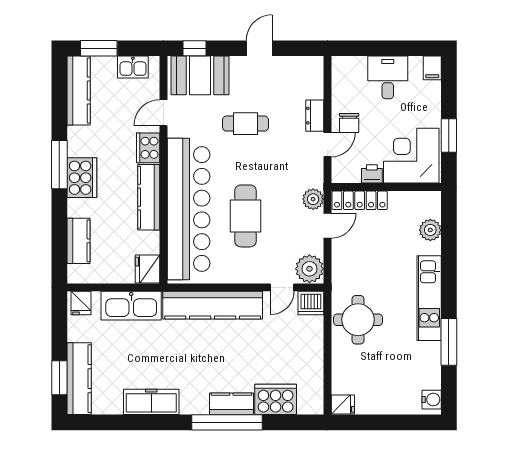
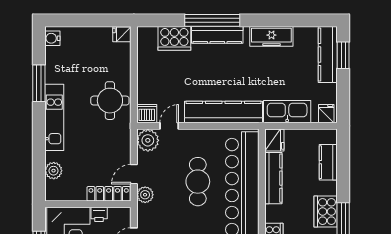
kitchen counter: (149, 197) -> (273, 178), moved
kitchen counter: (231, 404) -> (217, 35), width x1.50

